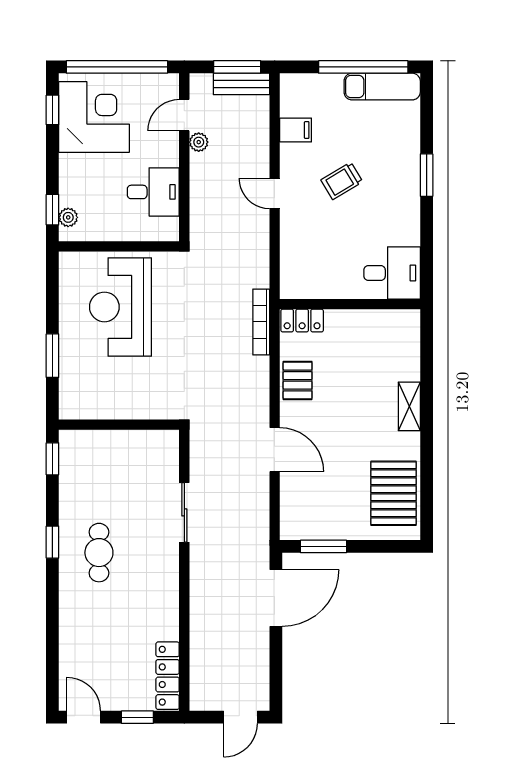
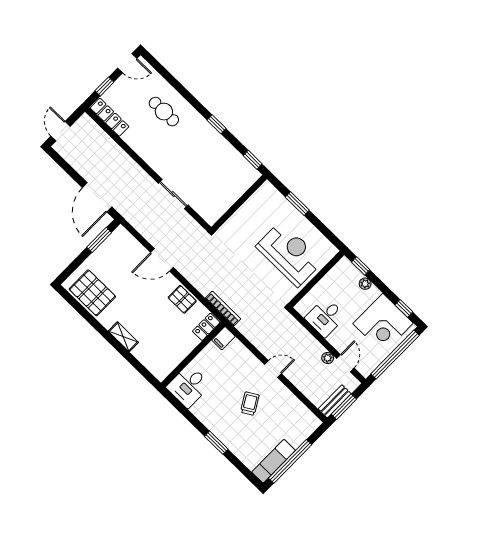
filing cabinet: (296, 130) -> (223, 338), moved
plant: (68, 217) -> (365, 284), moved
cafe table: (99, 553) -> (164, 112), moved

